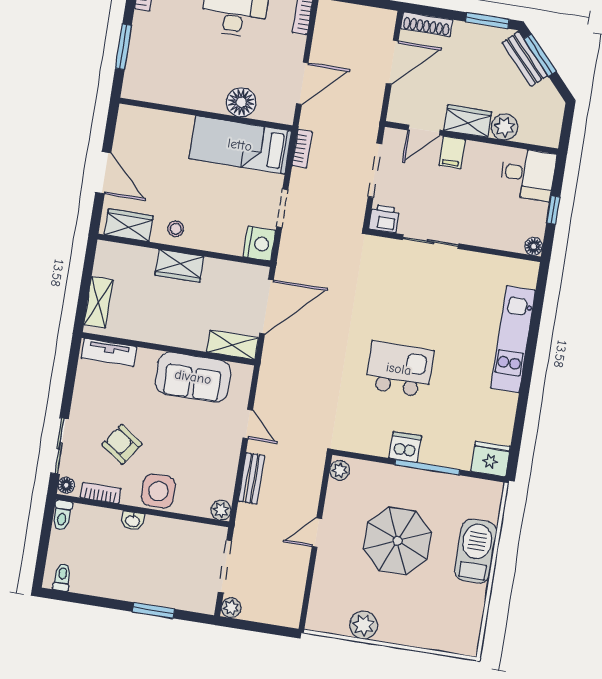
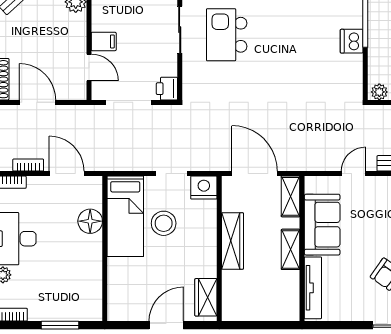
wardrobe: (468, 121) -> (76, 33), removed
bookcase: (302, 149) -> (28, 165), moved
stool: (176, 229) -> (164, 223), moved, width x1.89, depth x1.89
sliding door: (431, 242) -> (180, 30), moved
wardrobe: (179, 266) -> (233, 241), width x1.50
shelving: (98, 302) -> (291, 249), moved, turned 90
tv unit: (109, 352) -> (313, 288), width x1.41
kitchen island: (399, 369) -> (227, 35), moved

